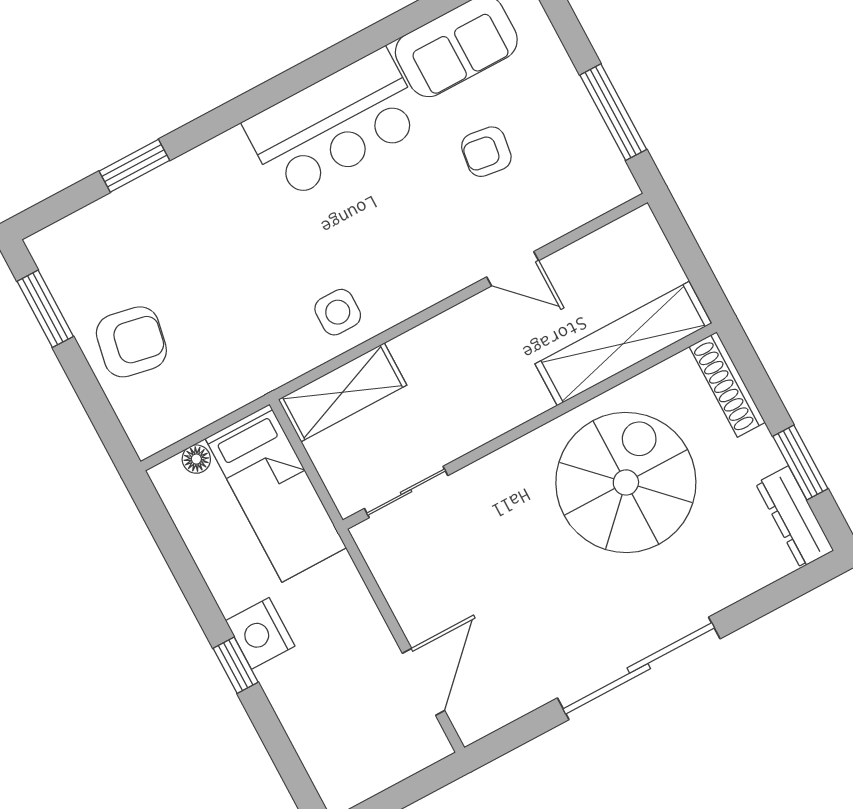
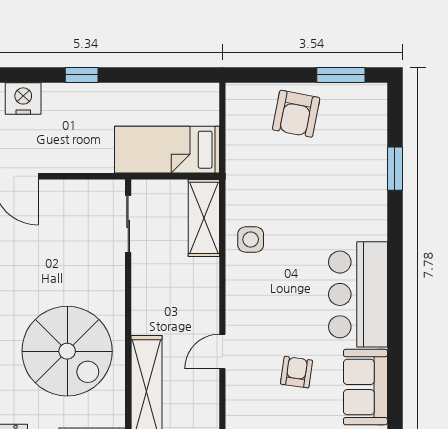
floor lamp: (196, 459) -> (210, 115), removed
nightstand: (260, 633) -> (23, 99), moved

